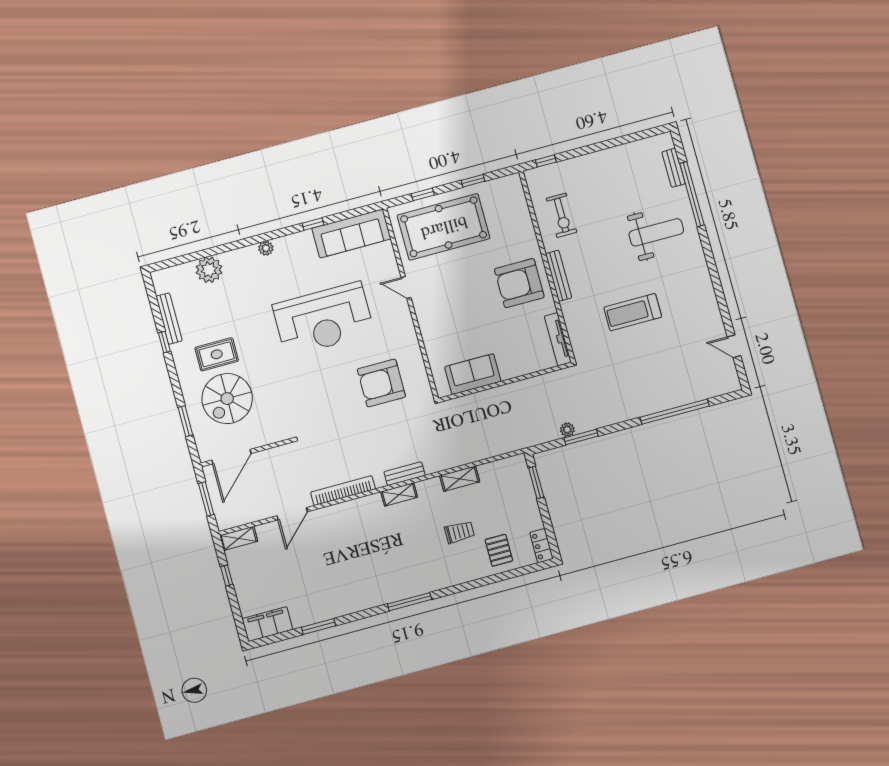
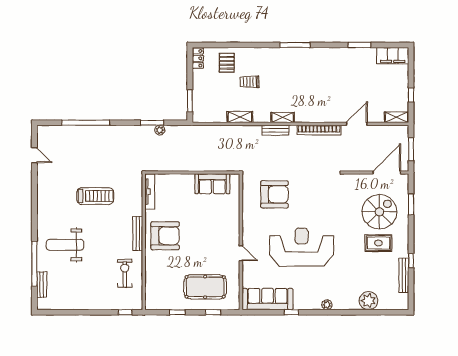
pool table: (444, 227) -> (205, 287), width x0.73, depth x0.76

